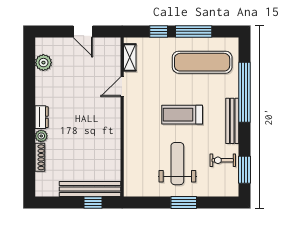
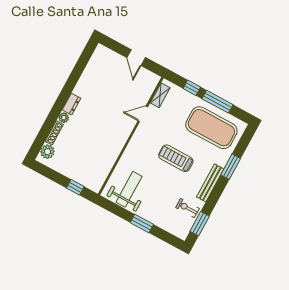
exercise mat: (202, 62) -> (211, 128), width x1.47
plant: (43, 63) -> (47, 152), moved
window: (244, 92) -> (231, 167), width x0.47
weight bench: (177, 164) -> (129, 189), moved
bench: (90, 189) -> (78, 176), removed

